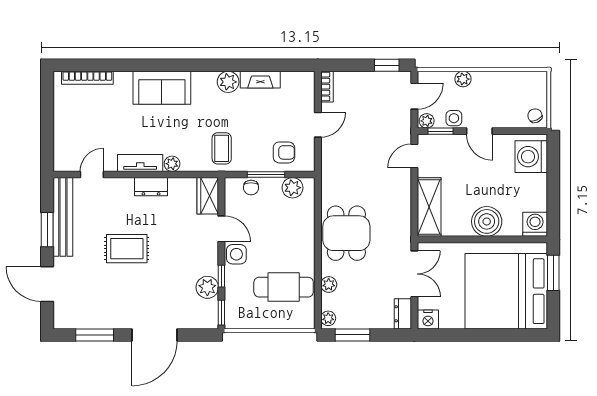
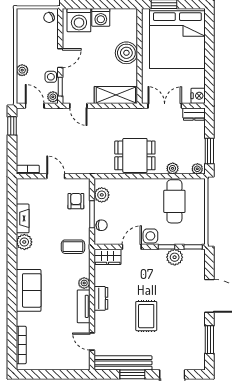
washing machine: (535, 224) -> (101, 17), moved, turned -90

